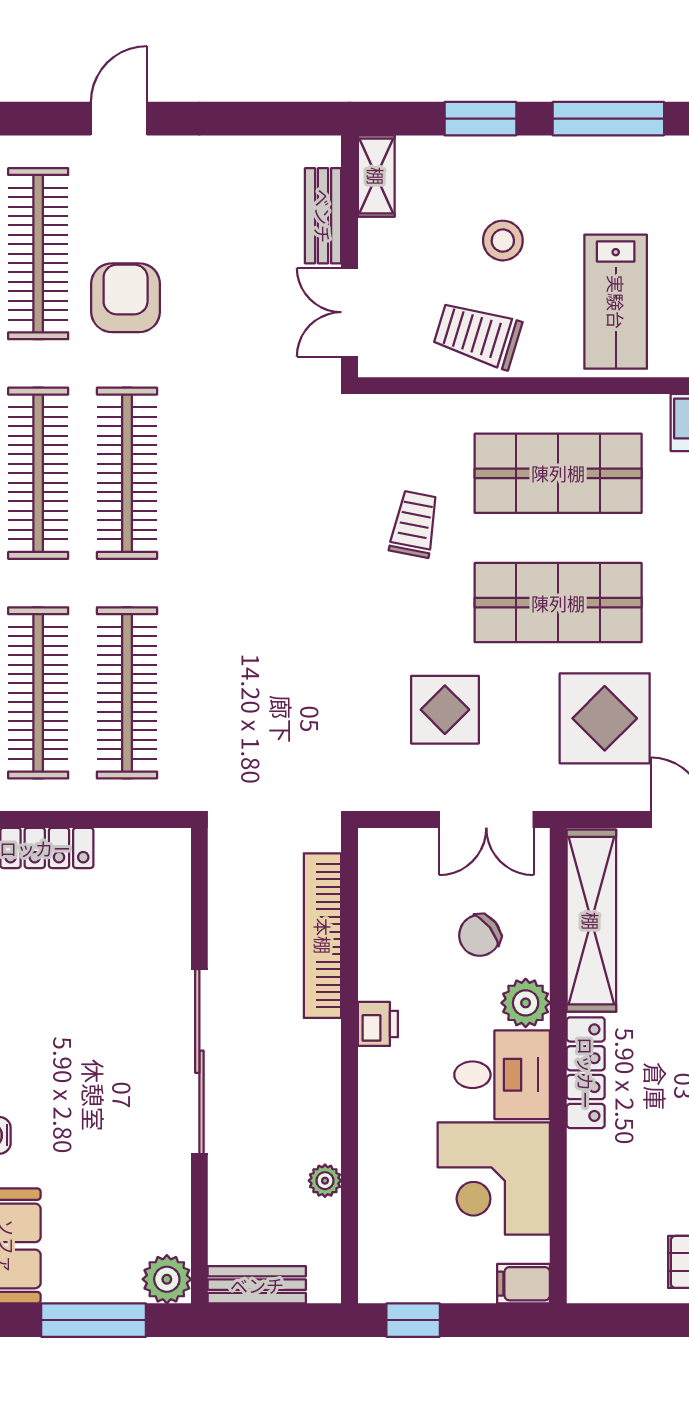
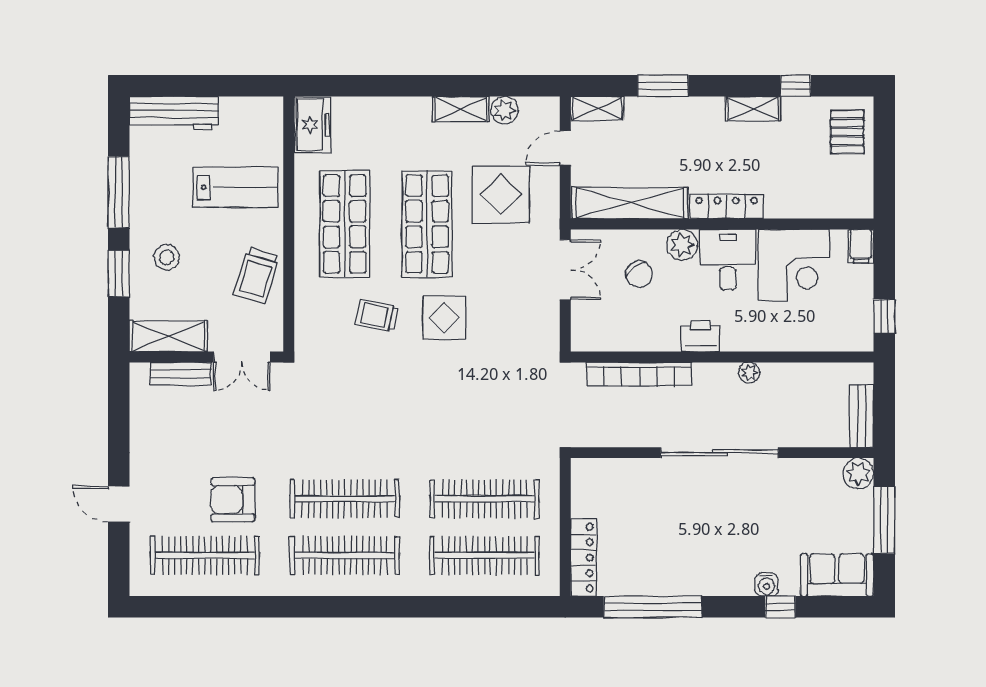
shelving: (376, 176) -> (168, 336), width x1.50, depth x1.33
stool: (503, 241) -> (167, 257), moved
display table: (445, 710) -> (444, 318), moved
printer: (378, 1024) -> (701, 336), width x1.36, depth x1.24
plant: (325, 1181) -> (749, 373), moved

